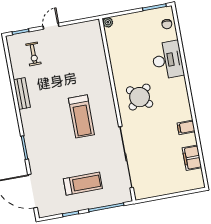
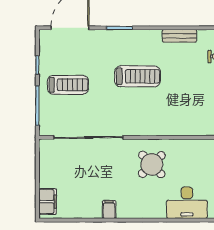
treadmill: (81, 116) -> (138, 76), moved, turned 180
filing cabinet: (192, 158) -> (48, 202), moved, turned 90
treadmill: (83, 184) -> (68, 85), turned -90

